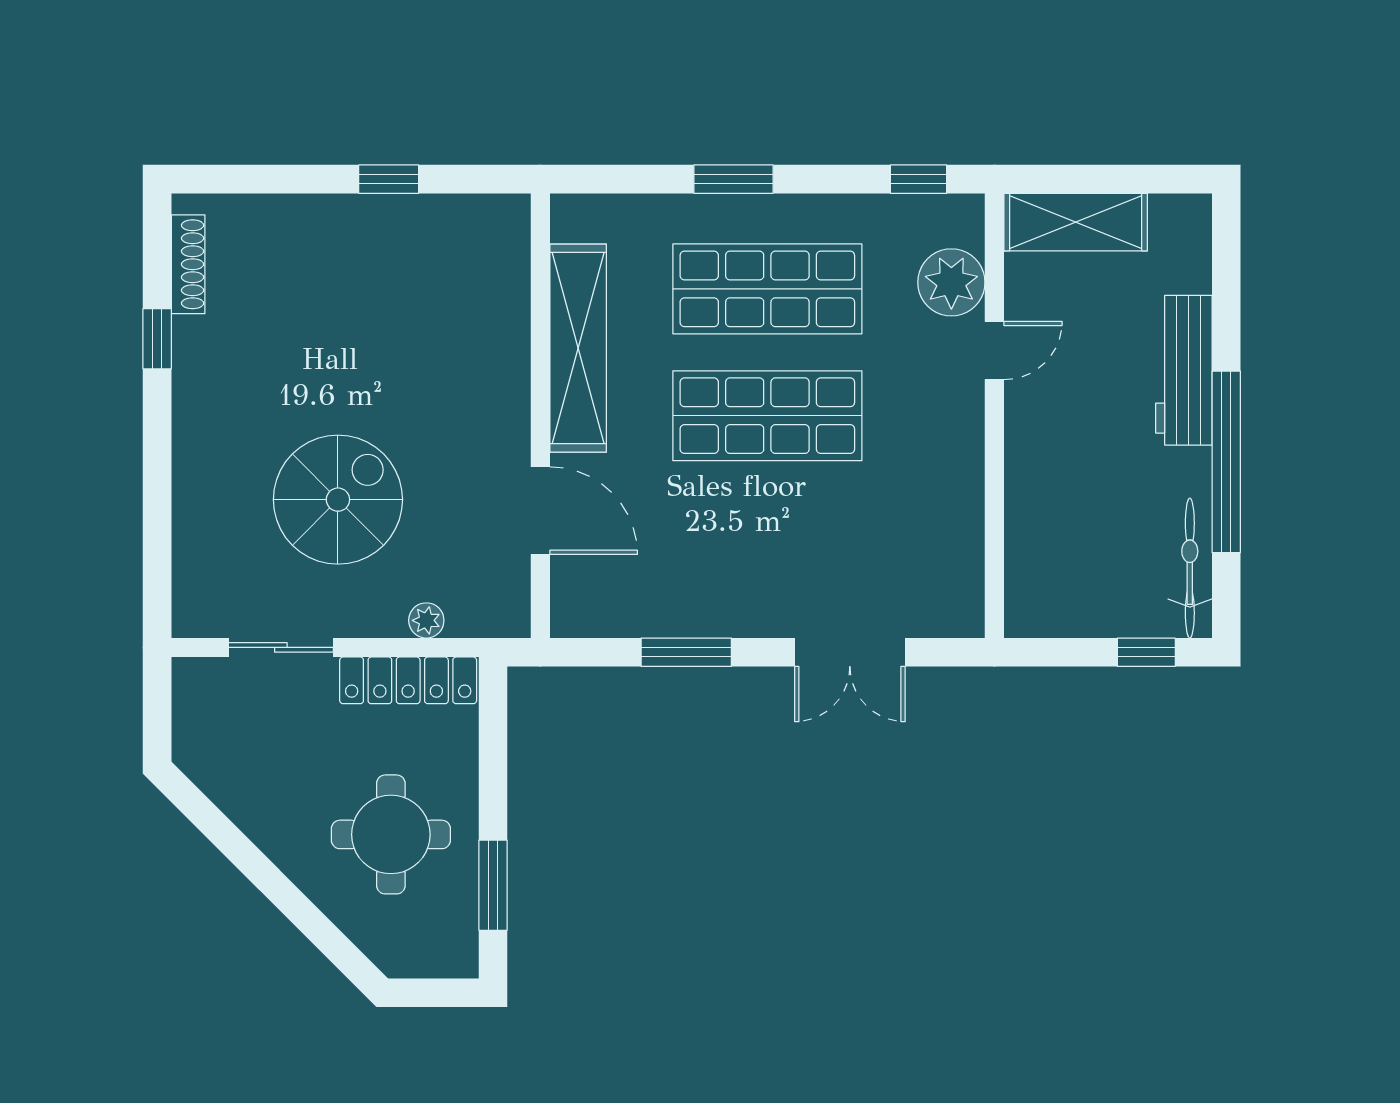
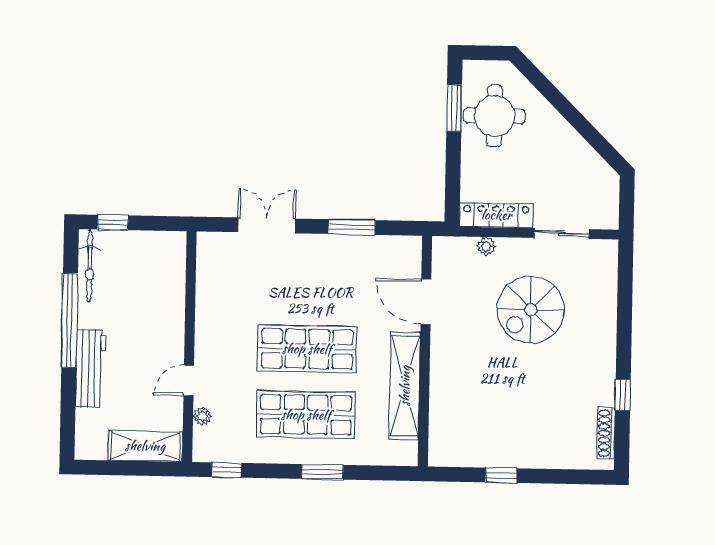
plant: (951, 282) -> (202, 416), width x0.53, depth x0.53
round table: (391, 834) -> (494, 116), moved

